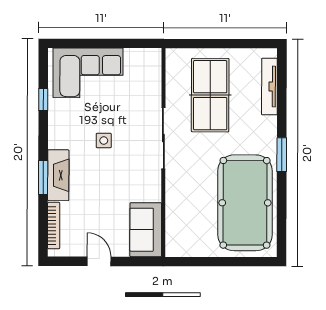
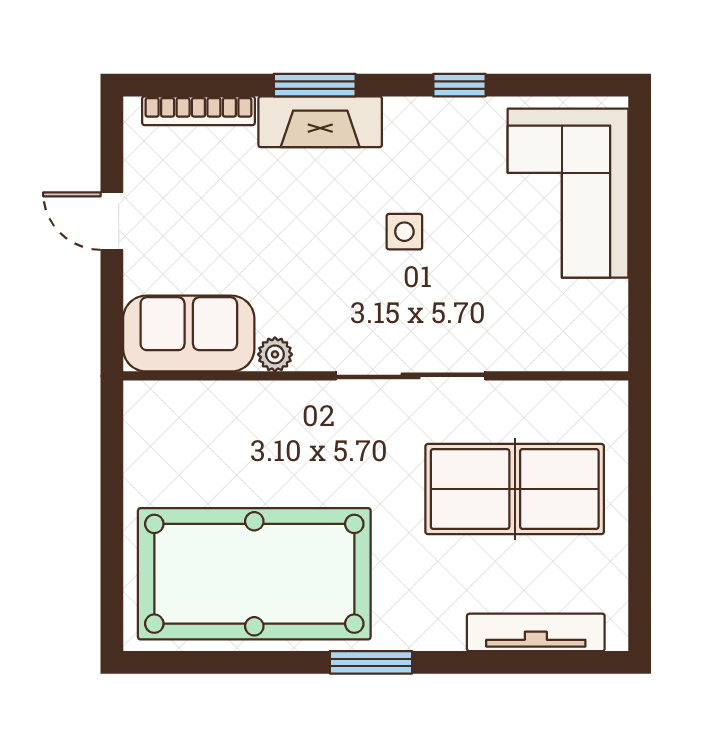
window: (43, 100) -> (459, 85), moved
plant: (154, 194) -> (275, 354), added
door: (99, 261) -> (112, 221), swing flipped

